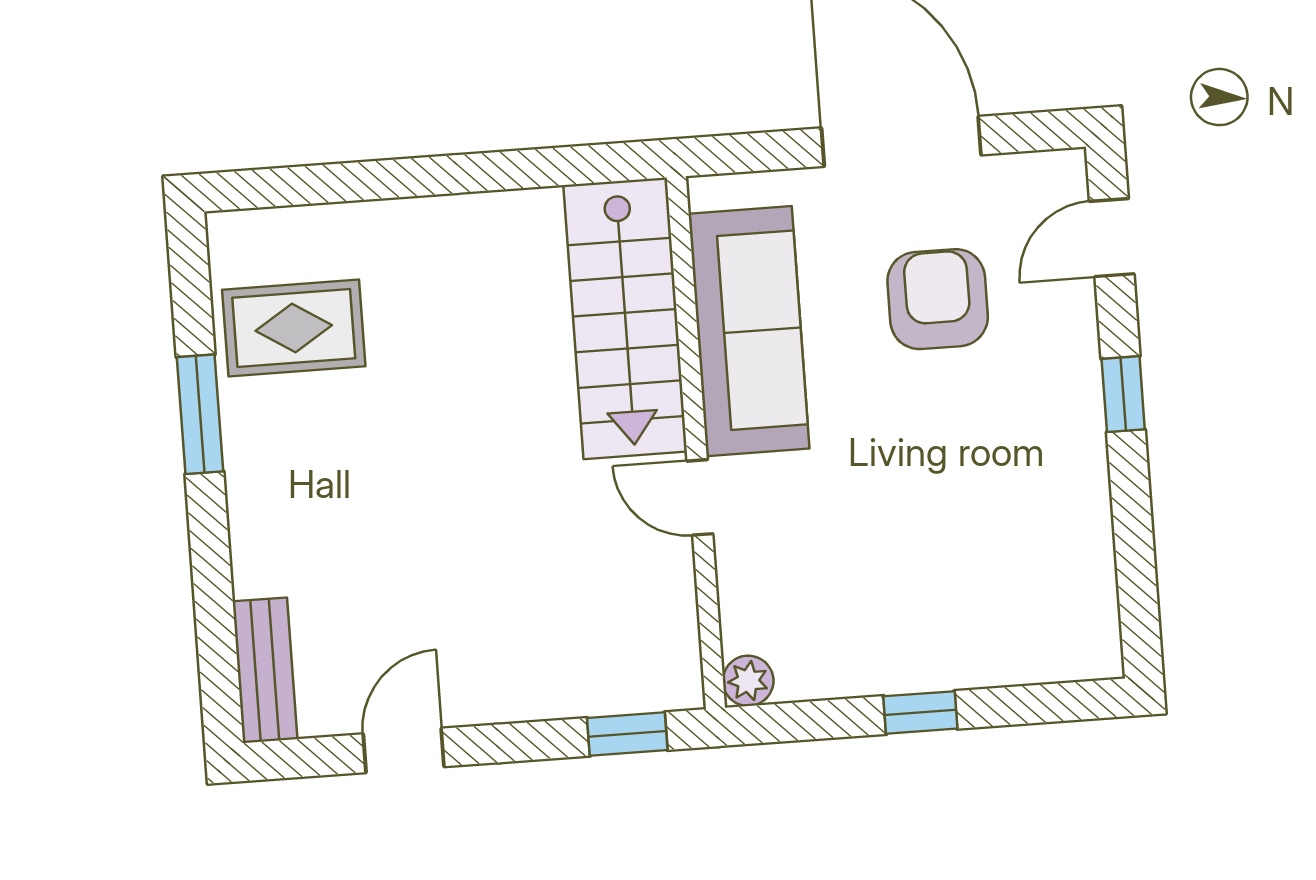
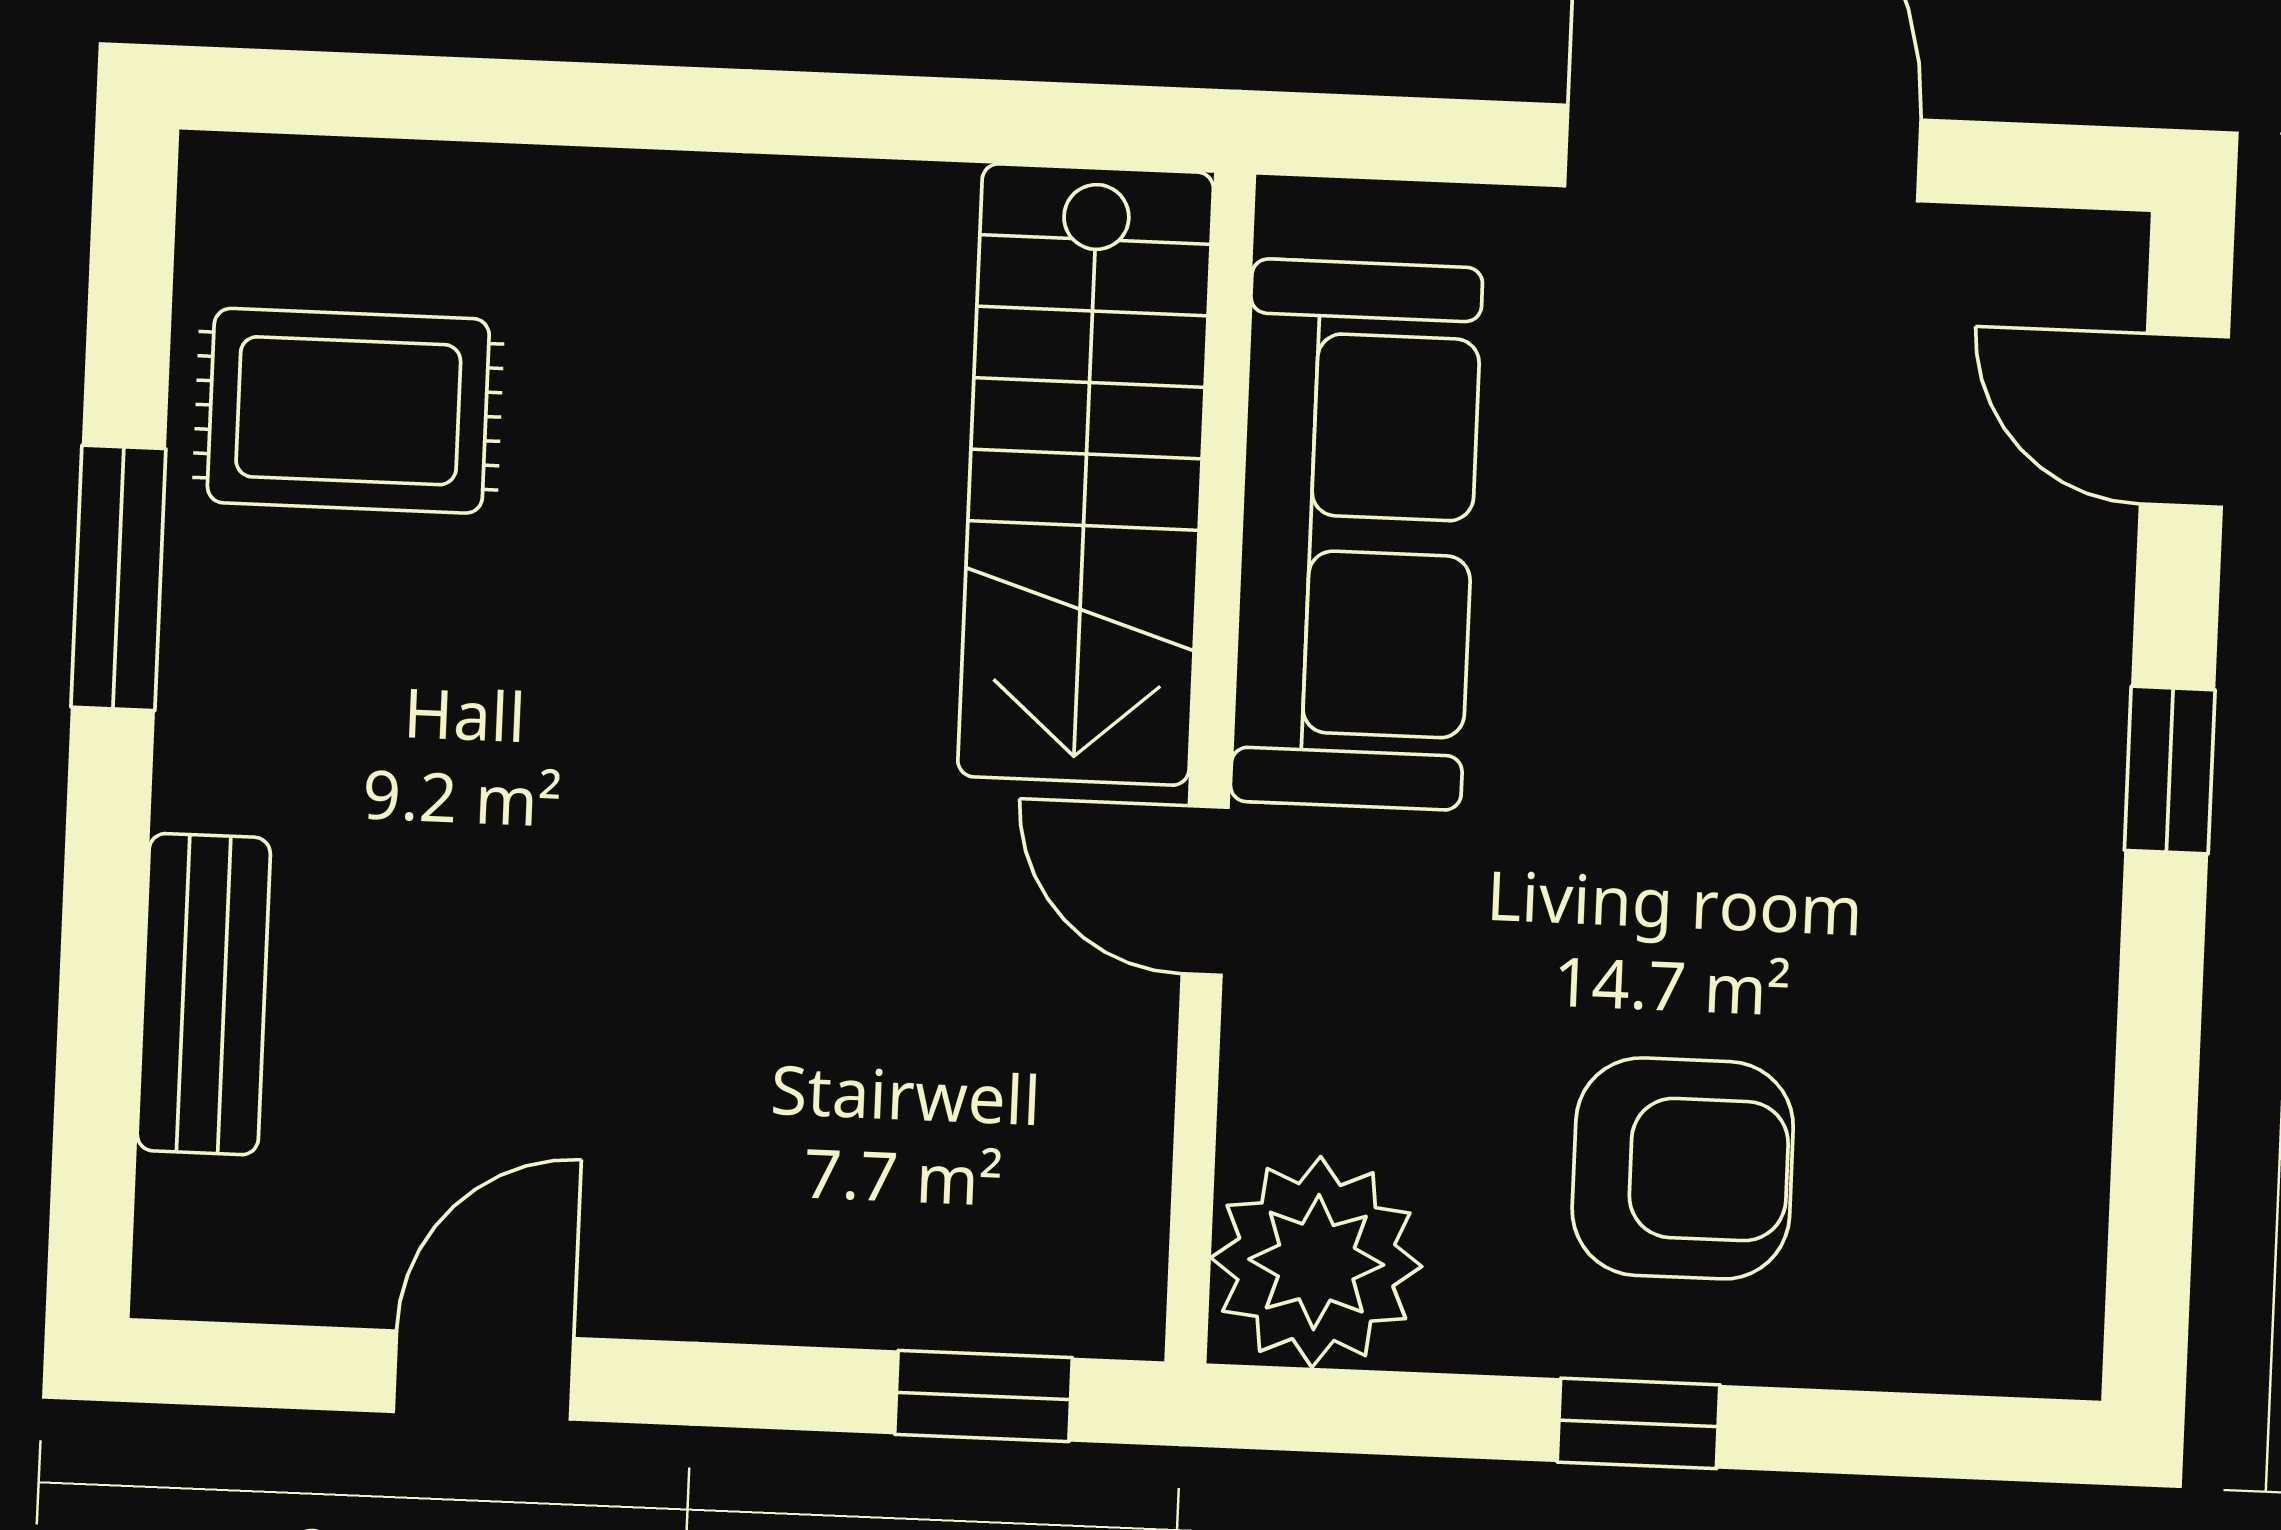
door: (1112, 238) -> (2184, 420), hinge flipped
armchair: (938, 299) -> (1683, 1168), moved, turned 90
bench: (265, 670) -> (204, 994), moved
plant: (748, 681) -> (1316, 1262), width x1.87, depth x1.87

